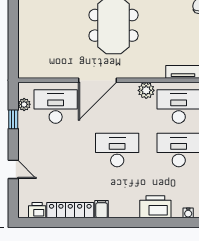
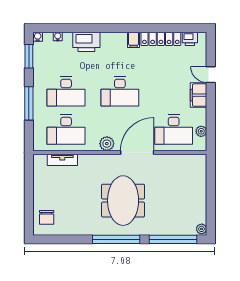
plant: (146, 90) -> (107, 144), moved
window: (13, 119) -> (211, 118), removed
filing cabinet: (27, 146) -> (199, 95), added

